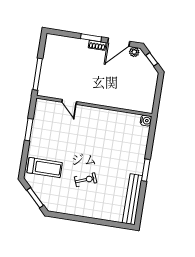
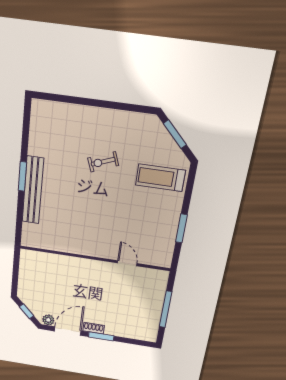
window: (38, 74) -> (166, 309), moved
water cooler: (146, 121) -> (28, 240), removed
bench: (132, 199) -> (33, 190), moved

